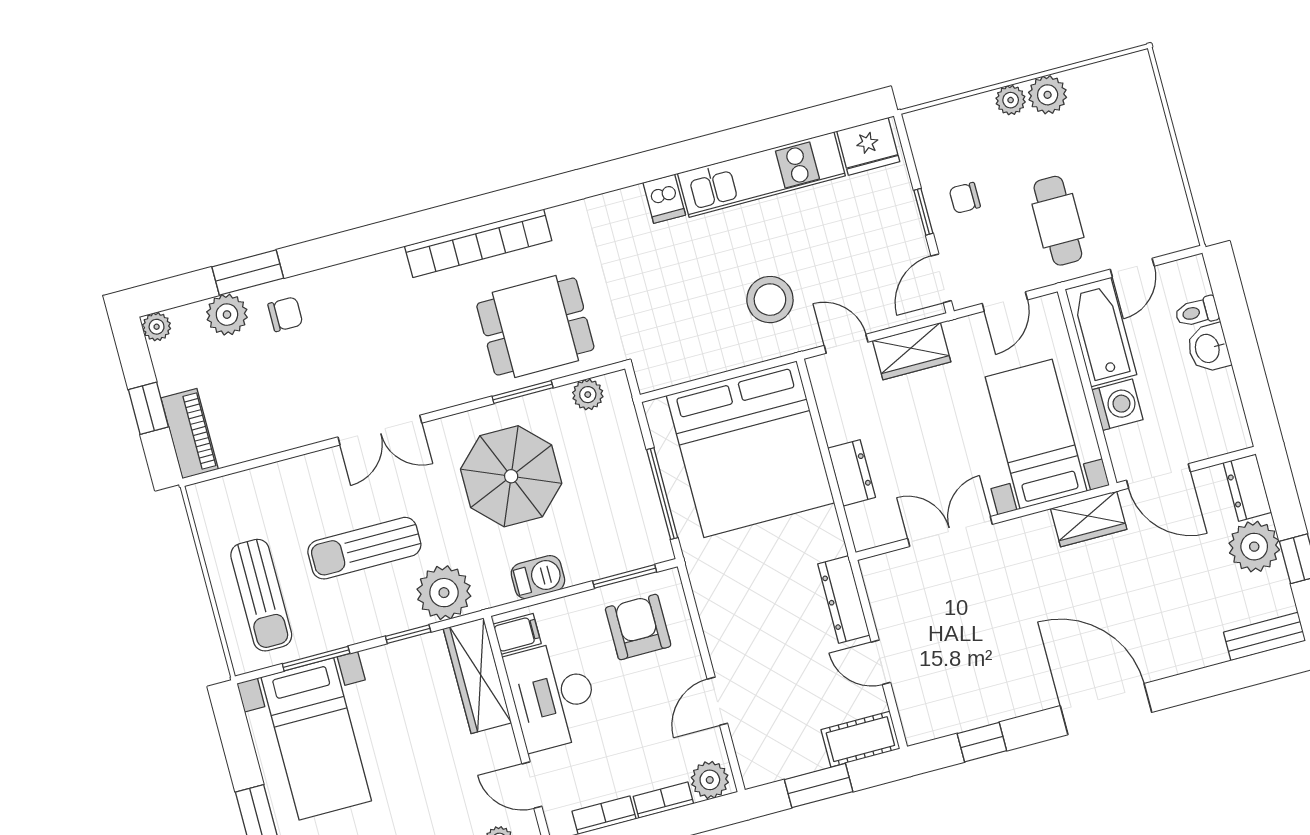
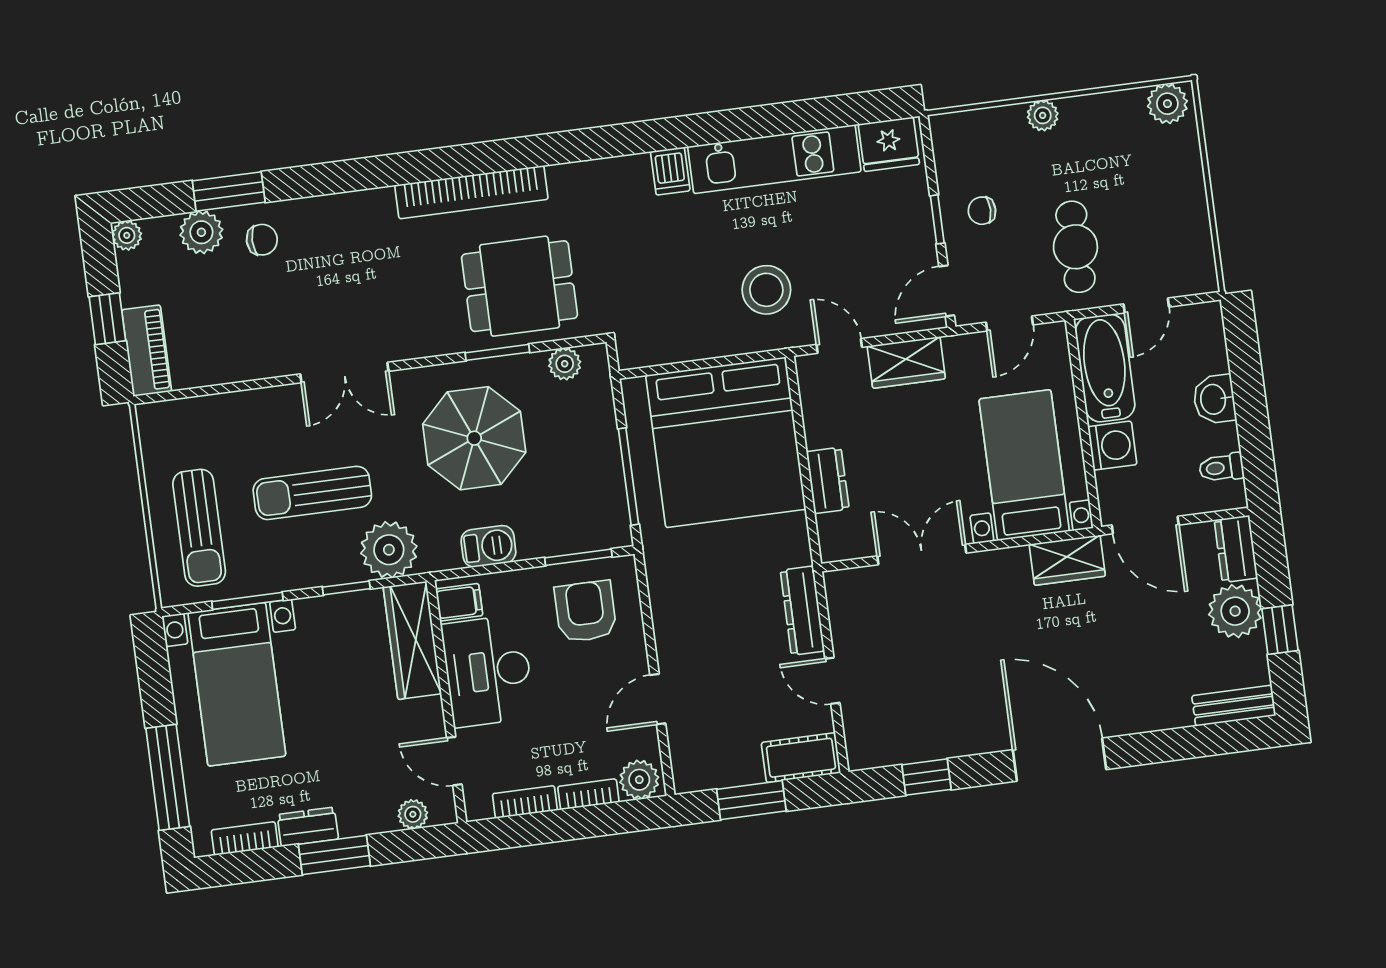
plant: (1048, 95) -> (1167, 104), moved
toilet: (1197, 312) -> (1221, 468), moved

